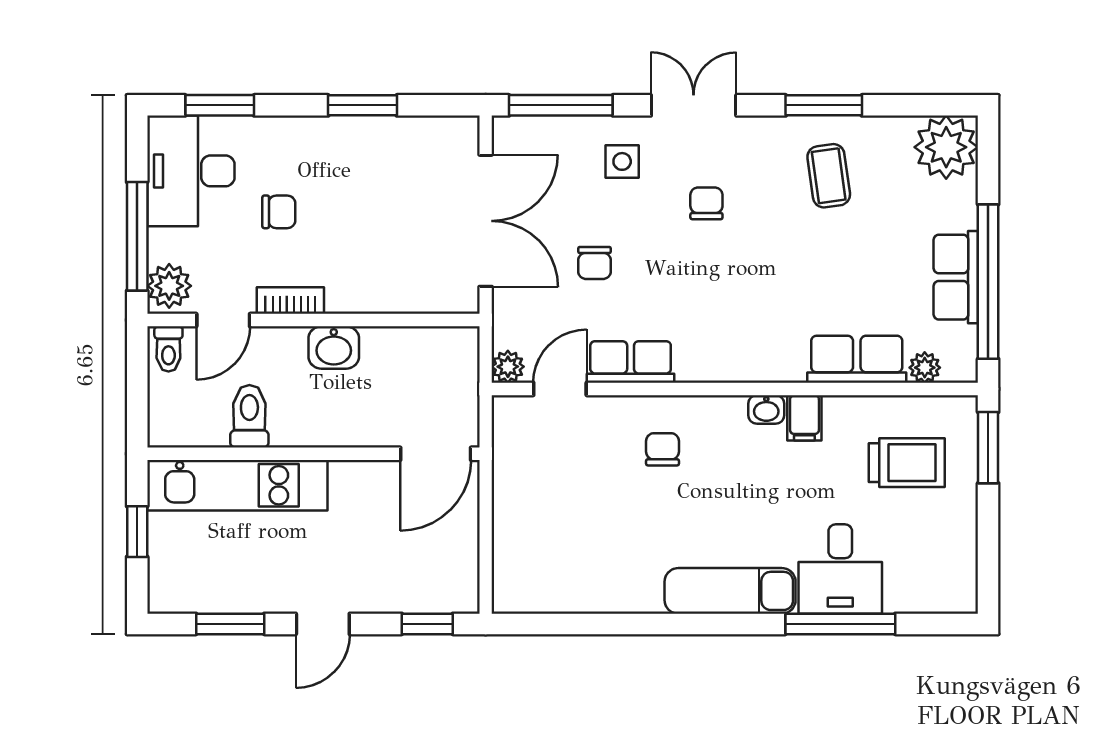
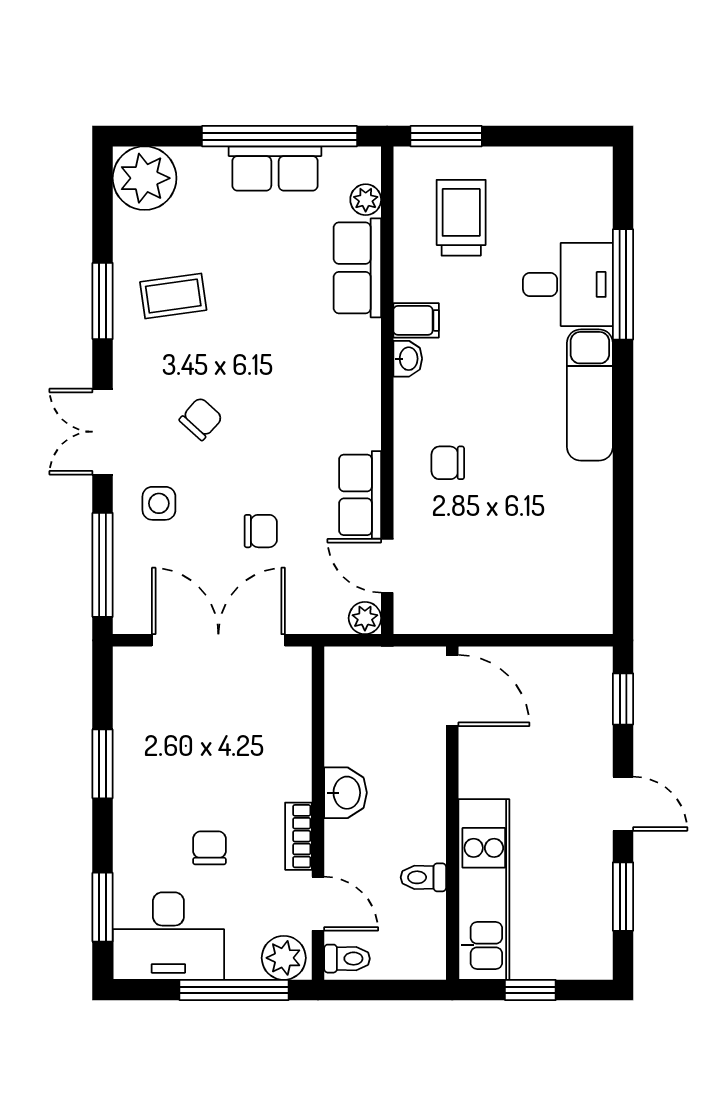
chair: (706, 203) -> (201, 419), turned 132
toilet: (249, 416) -> (423, 877), width x0.73, depth x0.72

